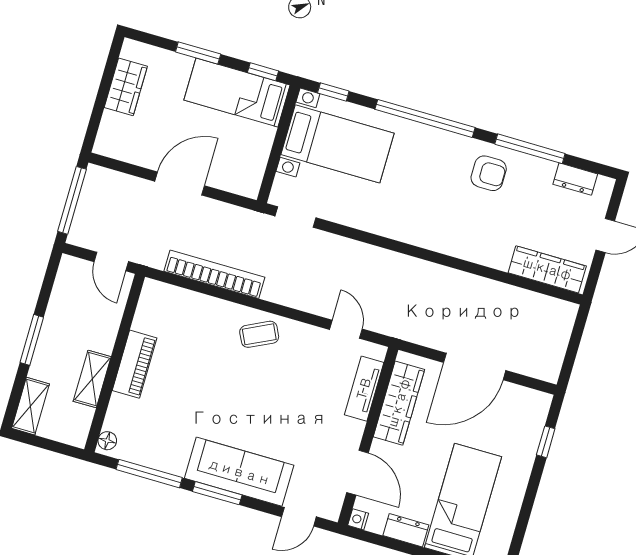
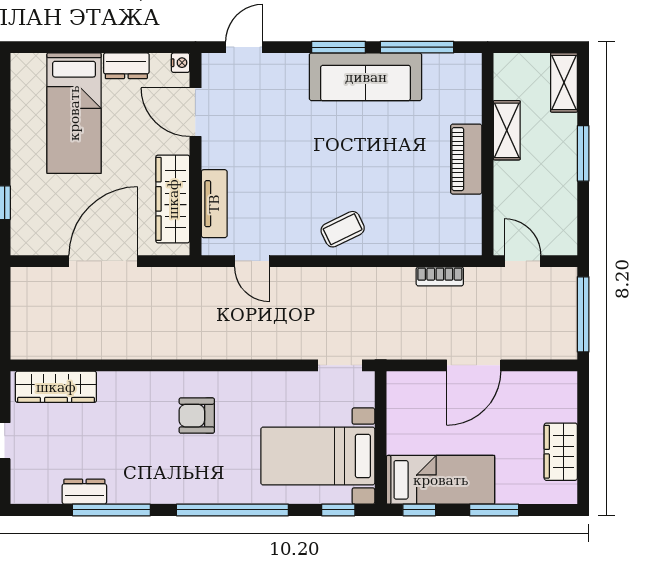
armchair: (489, 173) -> (197, 416), moved
dresser: (575, 179) -> (84, 492), moved
bookcase: (214, 274) -> (440, 276), width x0.43, depth x0.76
floor lamp: (107, 441) -> (472, 69), removed
sofa: (239, 472) -> (366, 77), moved

